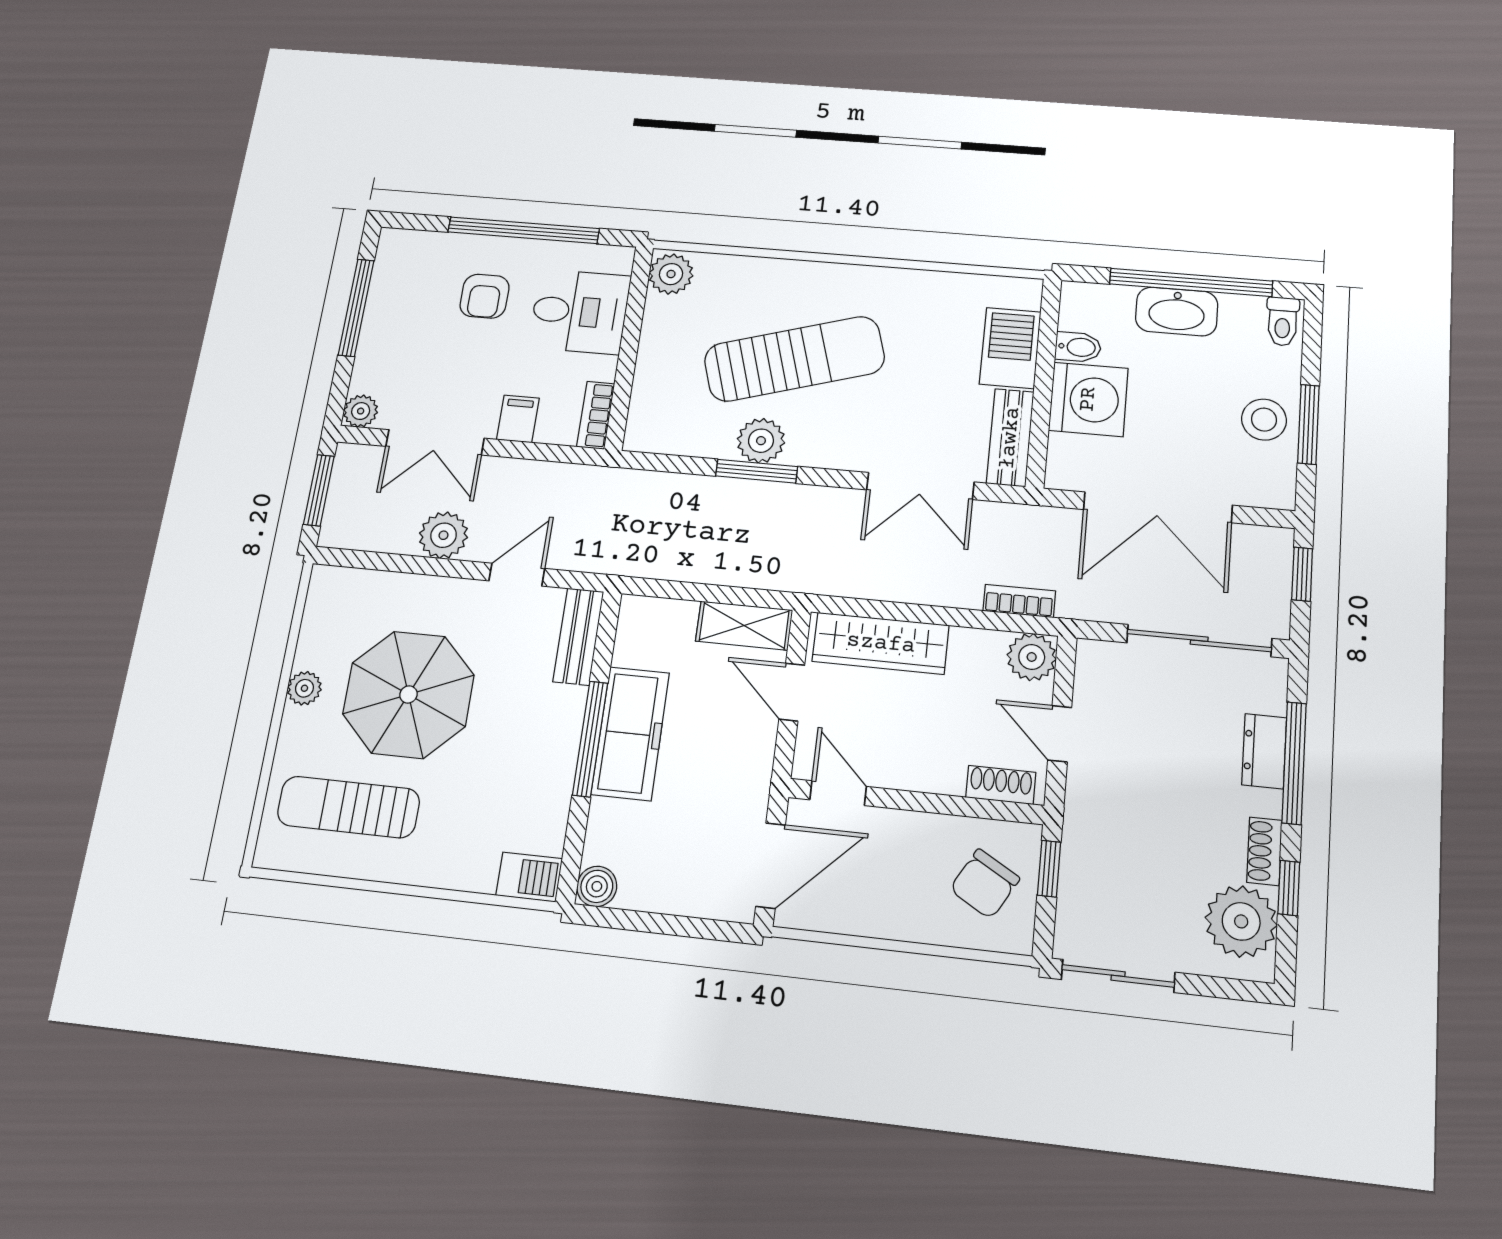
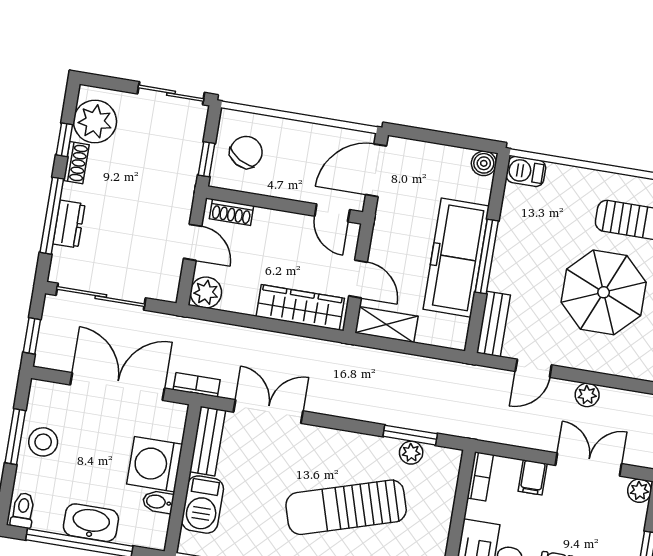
plant: (761, 441) -> (411, 453), moved, width x0.73, depth x0.73
window: (757, 471) -> (410, 435), moved
plant: (444, 535) -> (587, 395), width x0.73, depth x0.73
bookcase: (1019, 601) -> (197, 385), moved, turned 180
freezer: (630, 733) -> (456, 258), width x1.36, depth x1.26

